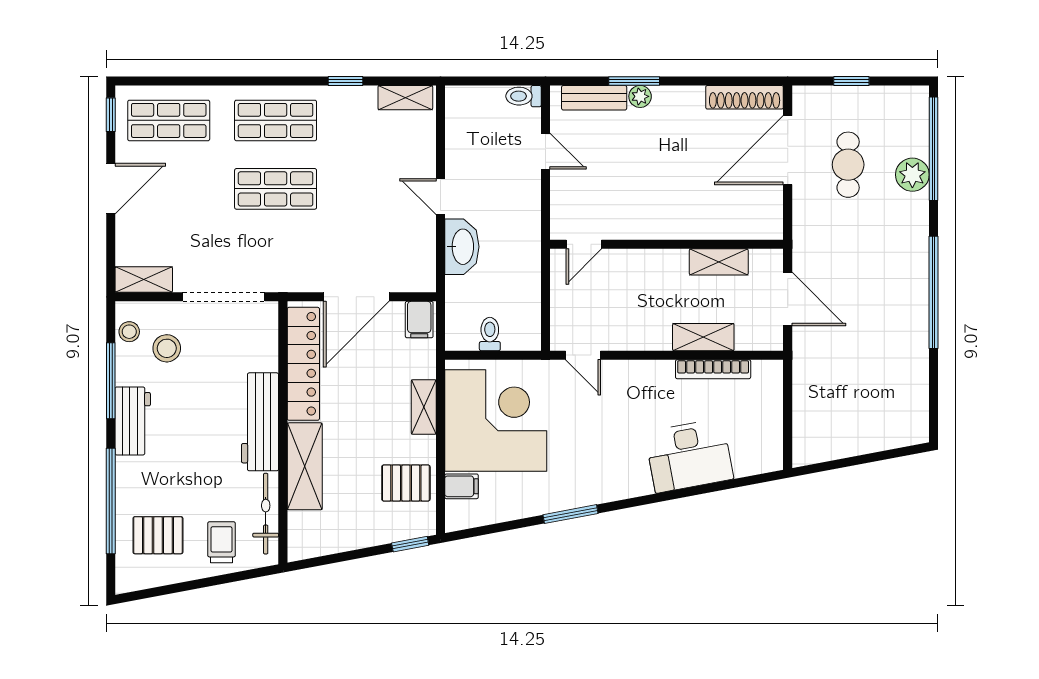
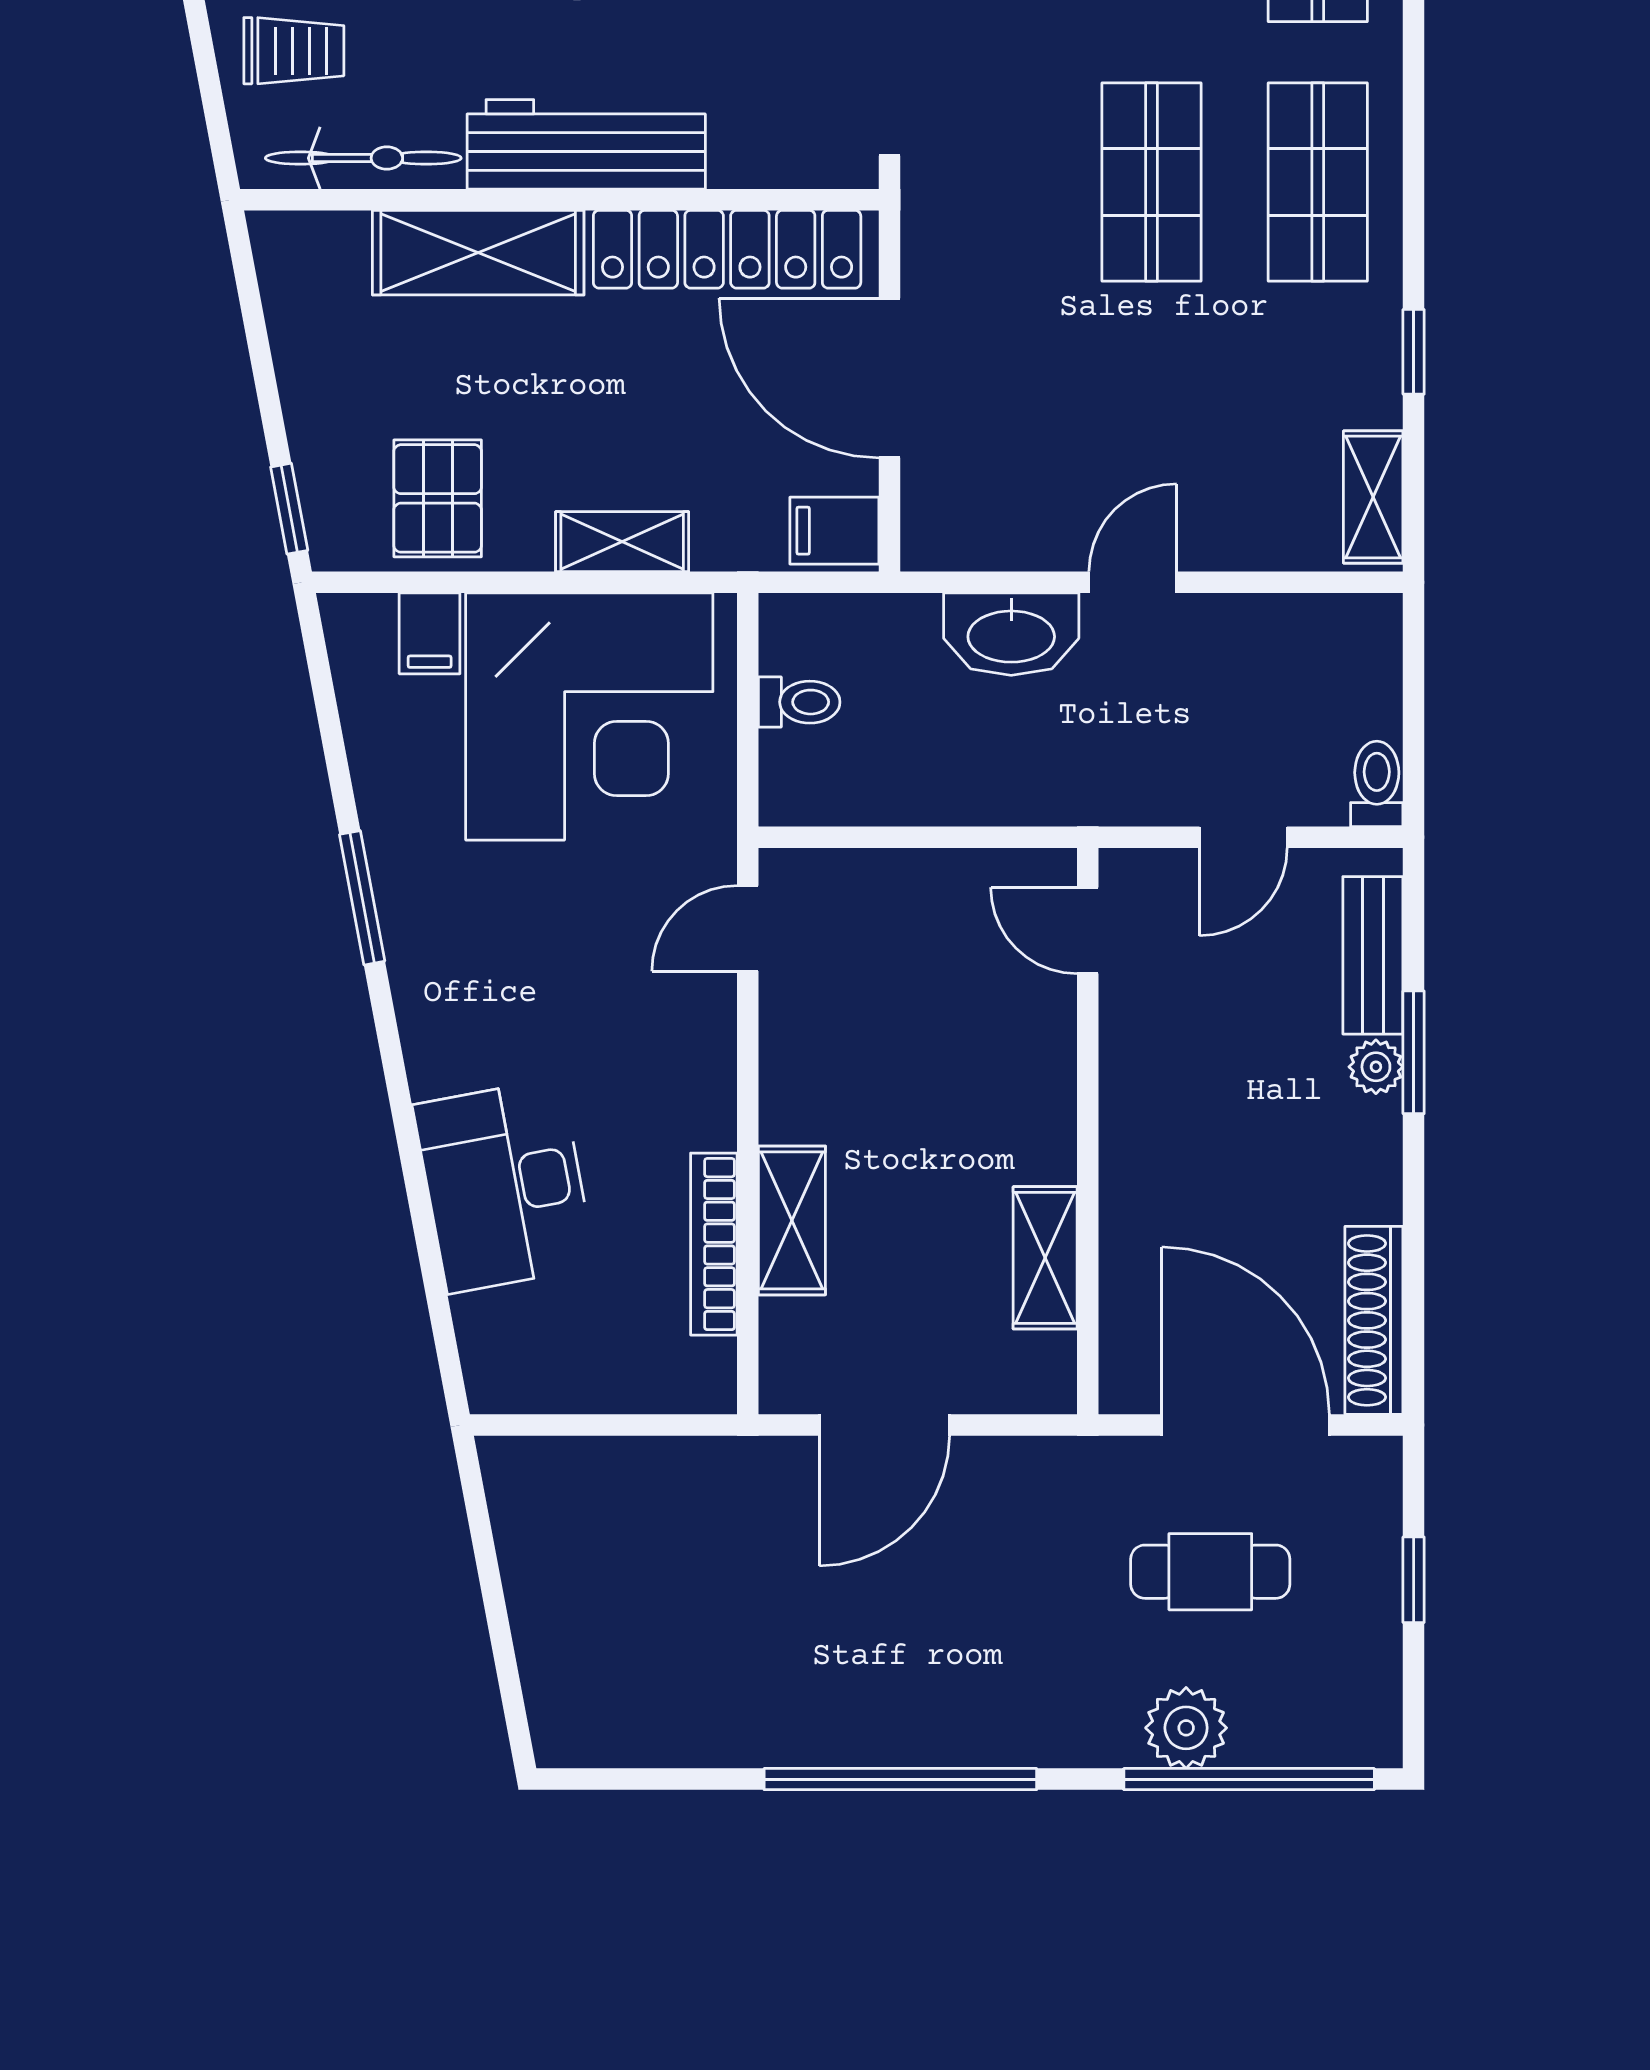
door: (584, 244) -> (1088, 930), moved
wall: (667, 244) -> (1088, 1131), moved
shelving: (719, 262) -> (1045, 1258), moved

